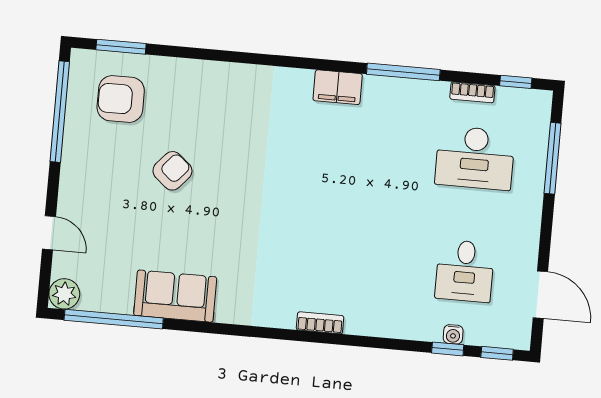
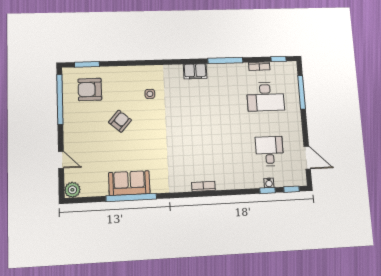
side table: (239, 123) -> (150, 94), added
desk: (465, 271) -> (269, 151), turned 180
window: (114, 319) -> (131, 197), moved

